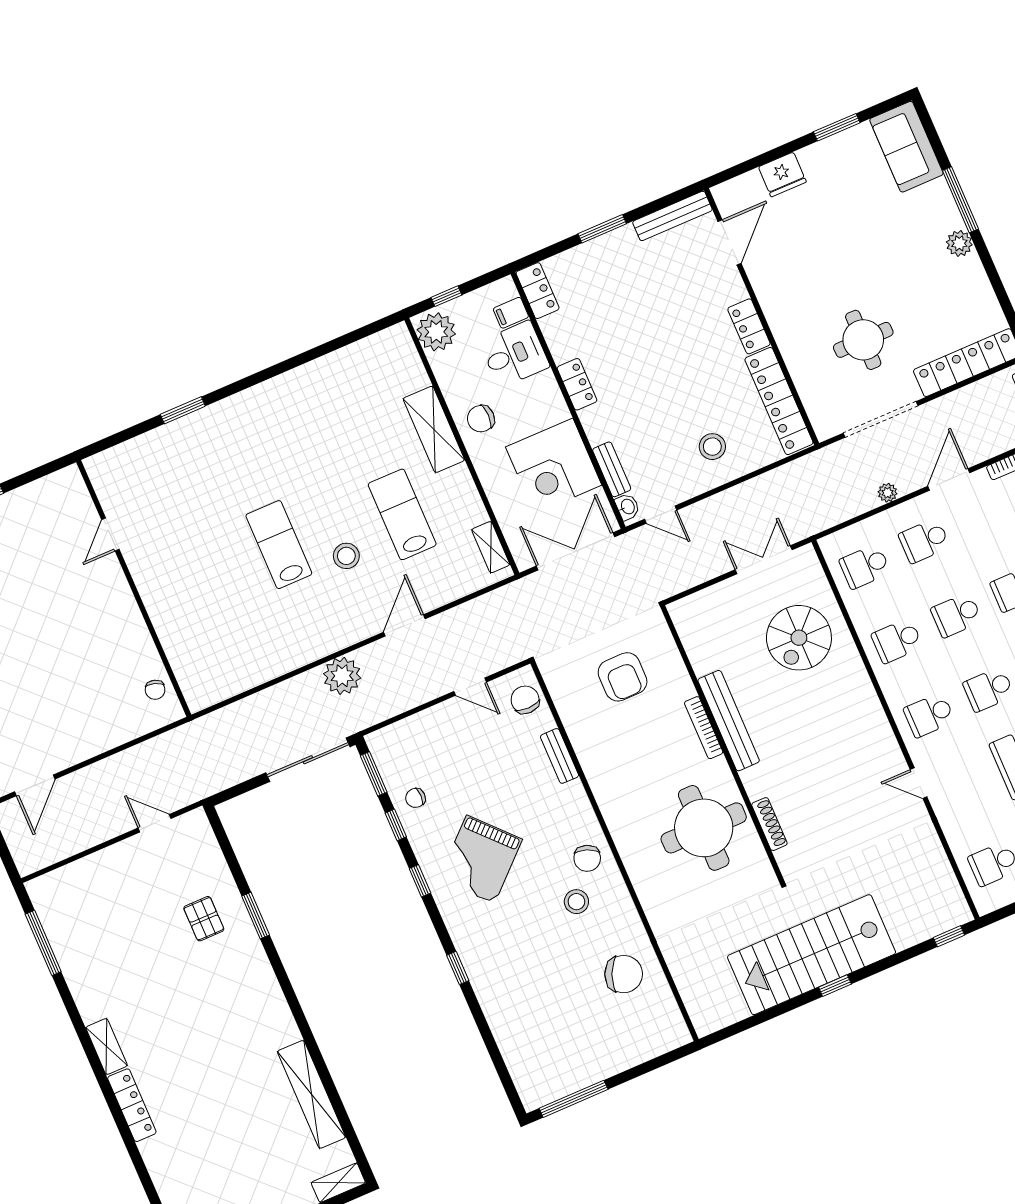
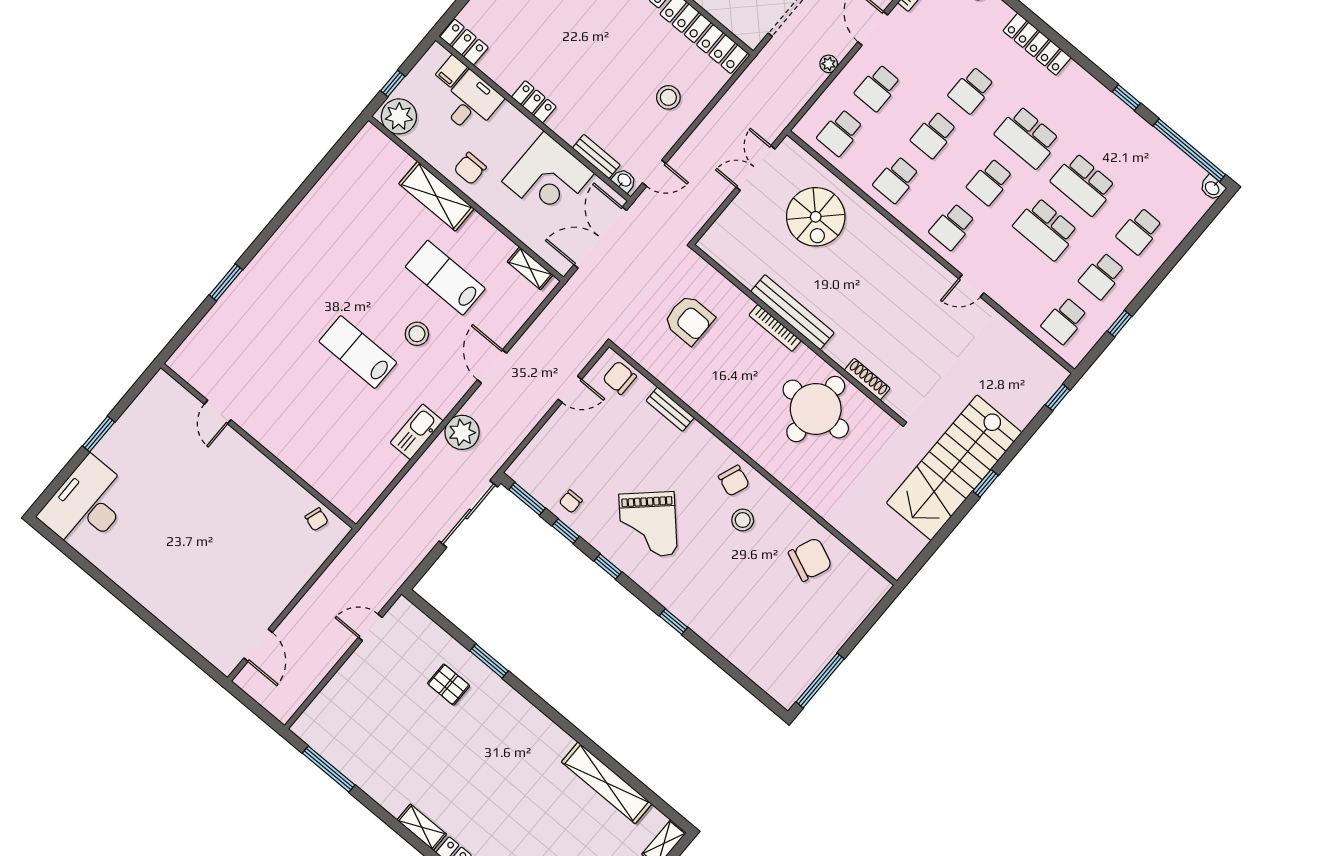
kitchen sink: (297, 653) -> (417, 432), added

